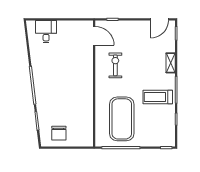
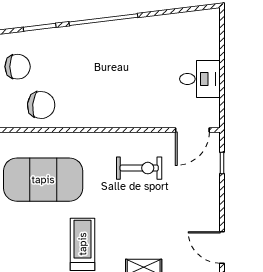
desk: (46, 32) -> (200, 79), moved
chair: (80, 120) -> (41, 105), added
chair: (59, 133) -> (18, 67), turned 180

